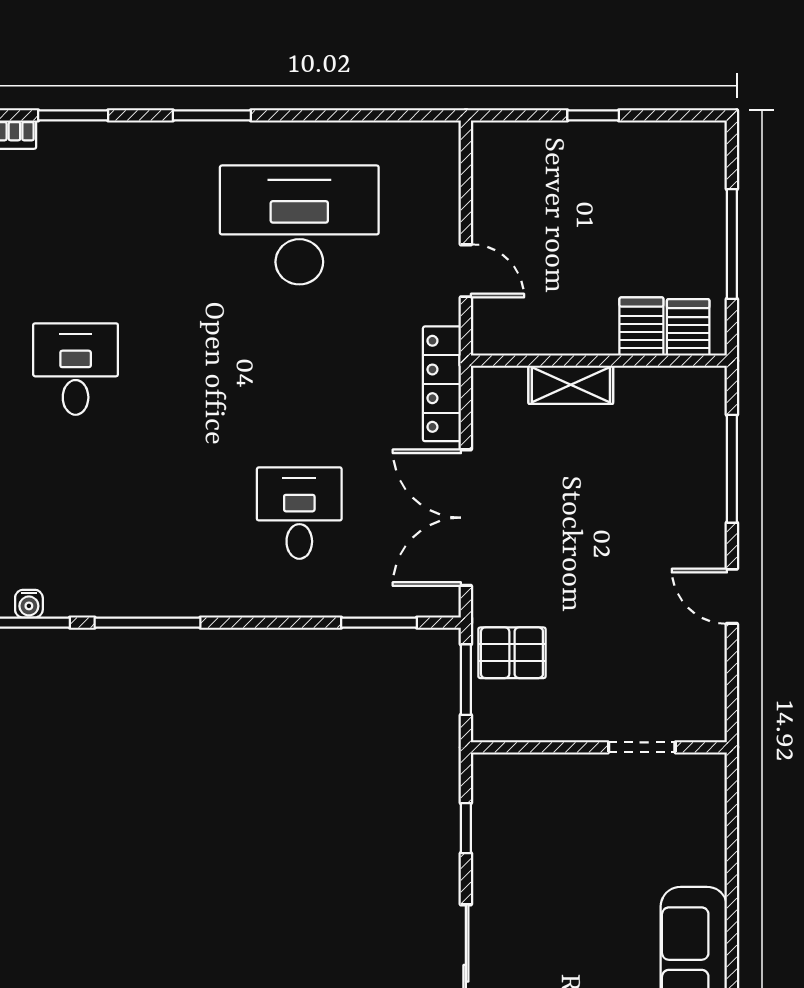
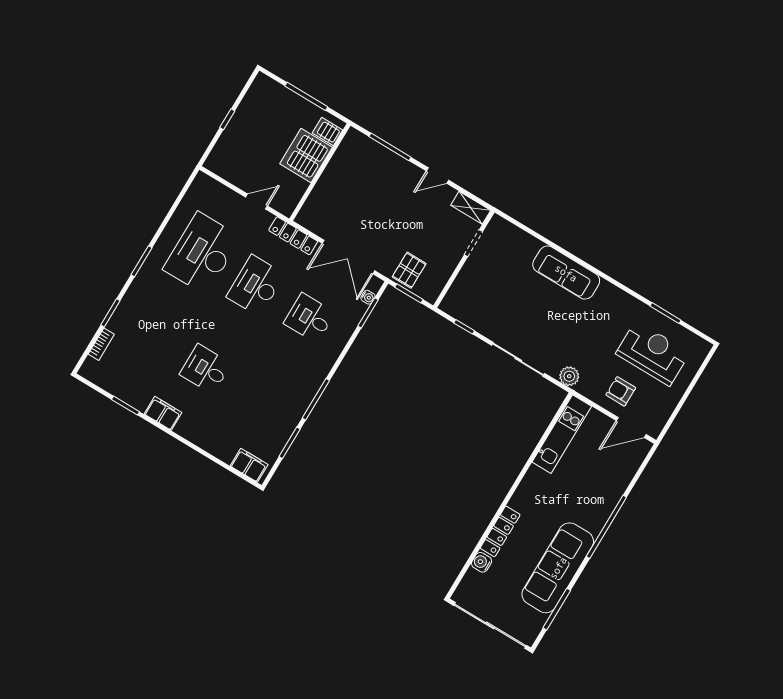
server rack: (641, 327) -> (306, 155), width x2.18, depth x1.44
desk: (299, 369) -> (256, 286), added
shelving: (571, 385) -> (471, 208), moved, turned 90
water cooler: (29, 604) -> (368, 297), moved

